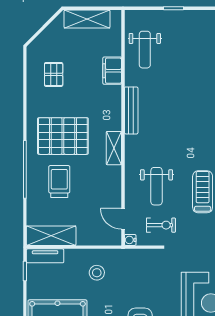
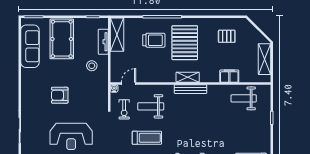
bench: (131, 110) -> (191, 89), moved
shelving: (114, 148) -> (188, 77), moved
tv unit: (45, 256) -> (103, 42), moved

